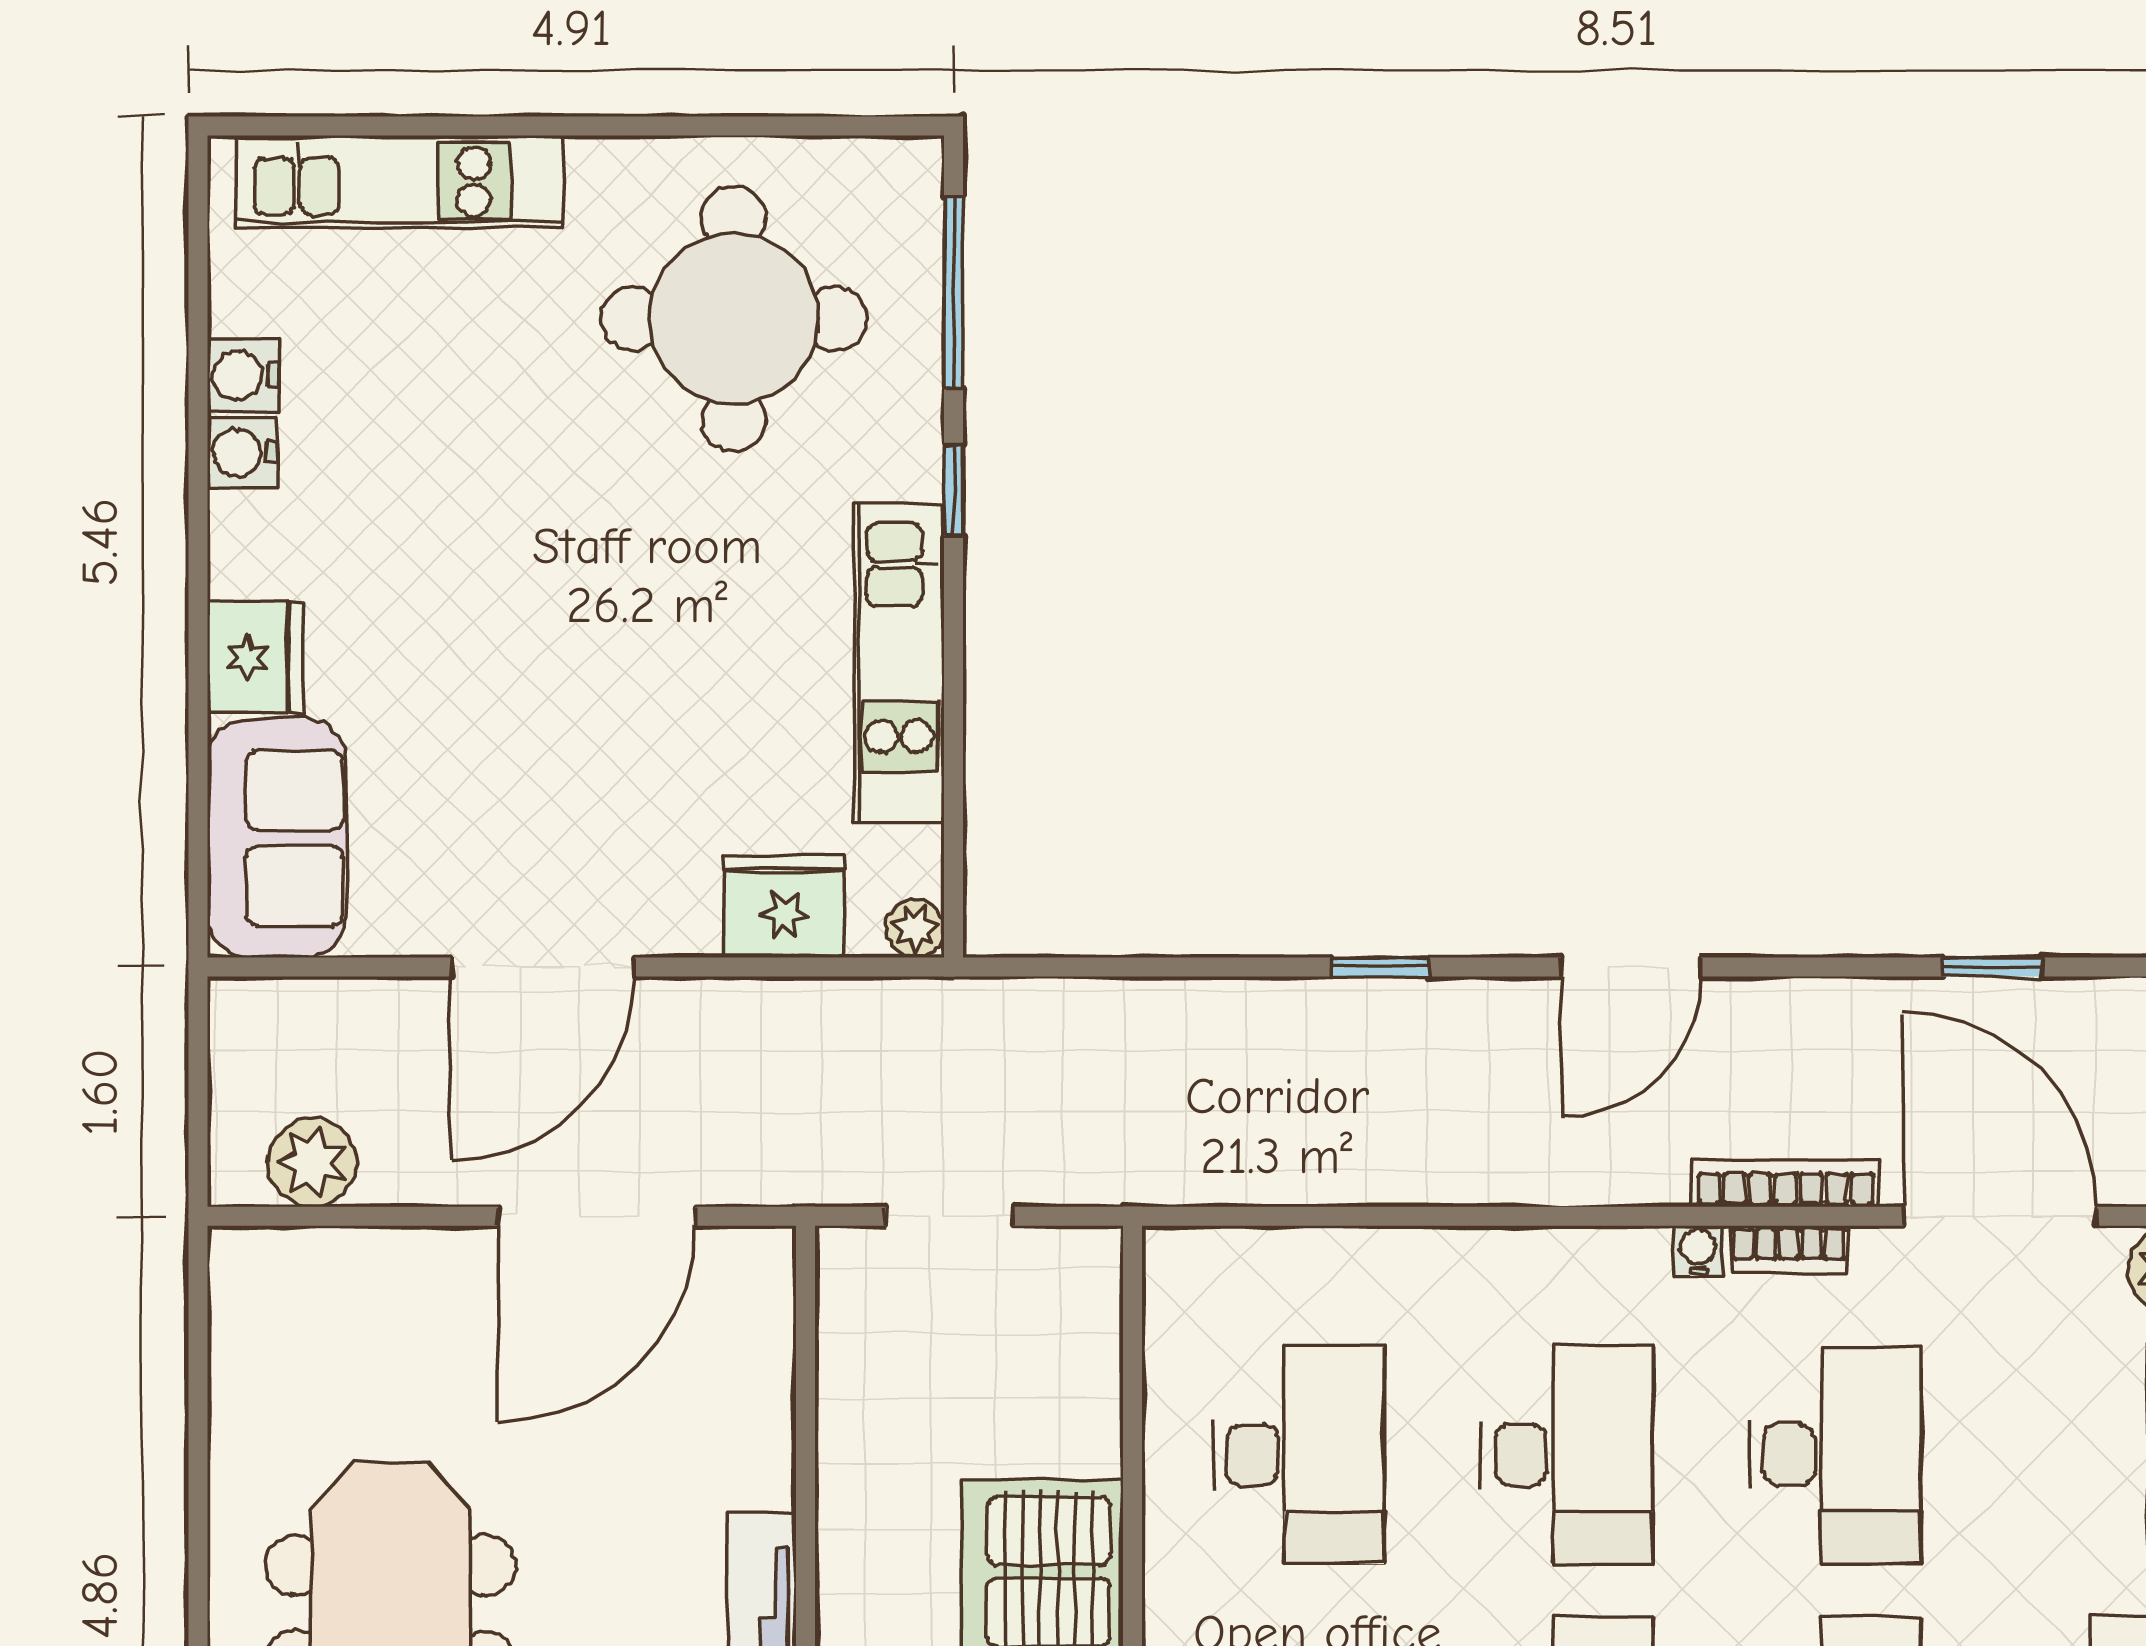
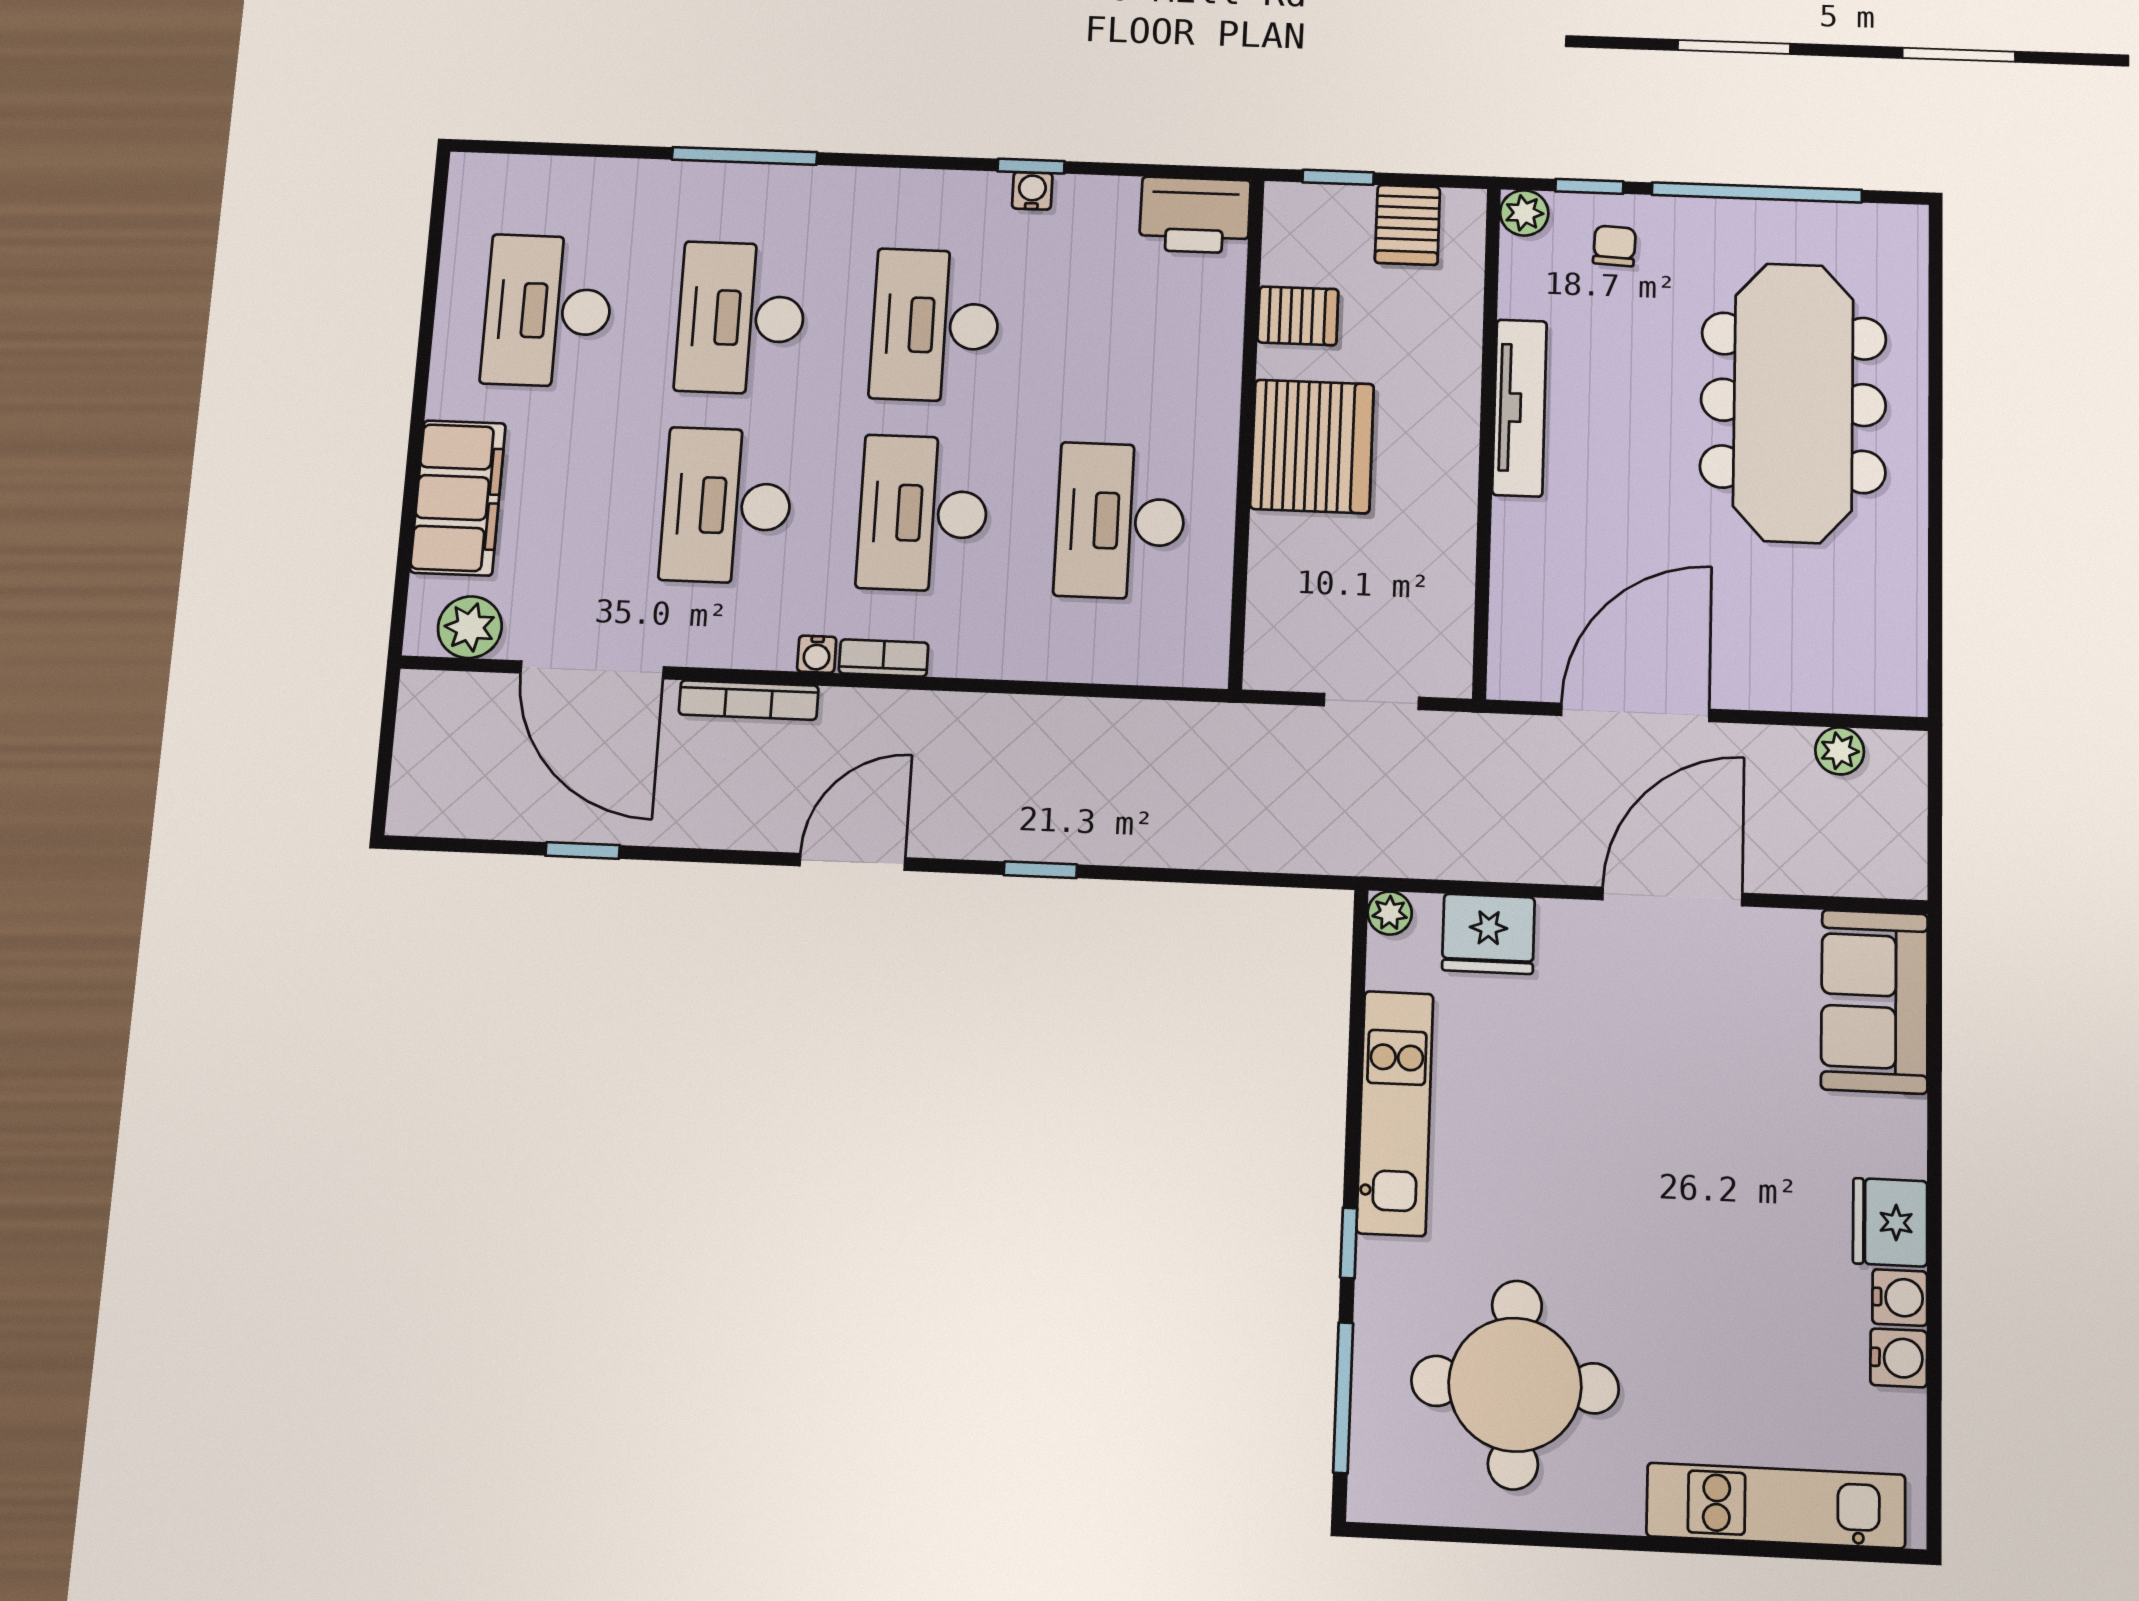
fridge: (255, 657) -> (1890, 1222), moved
plant: (312, 1163) -> (1840, 751), width x0.73, depth x0.73
bookcase: (1789, 1249) -> (884, 658), moved

